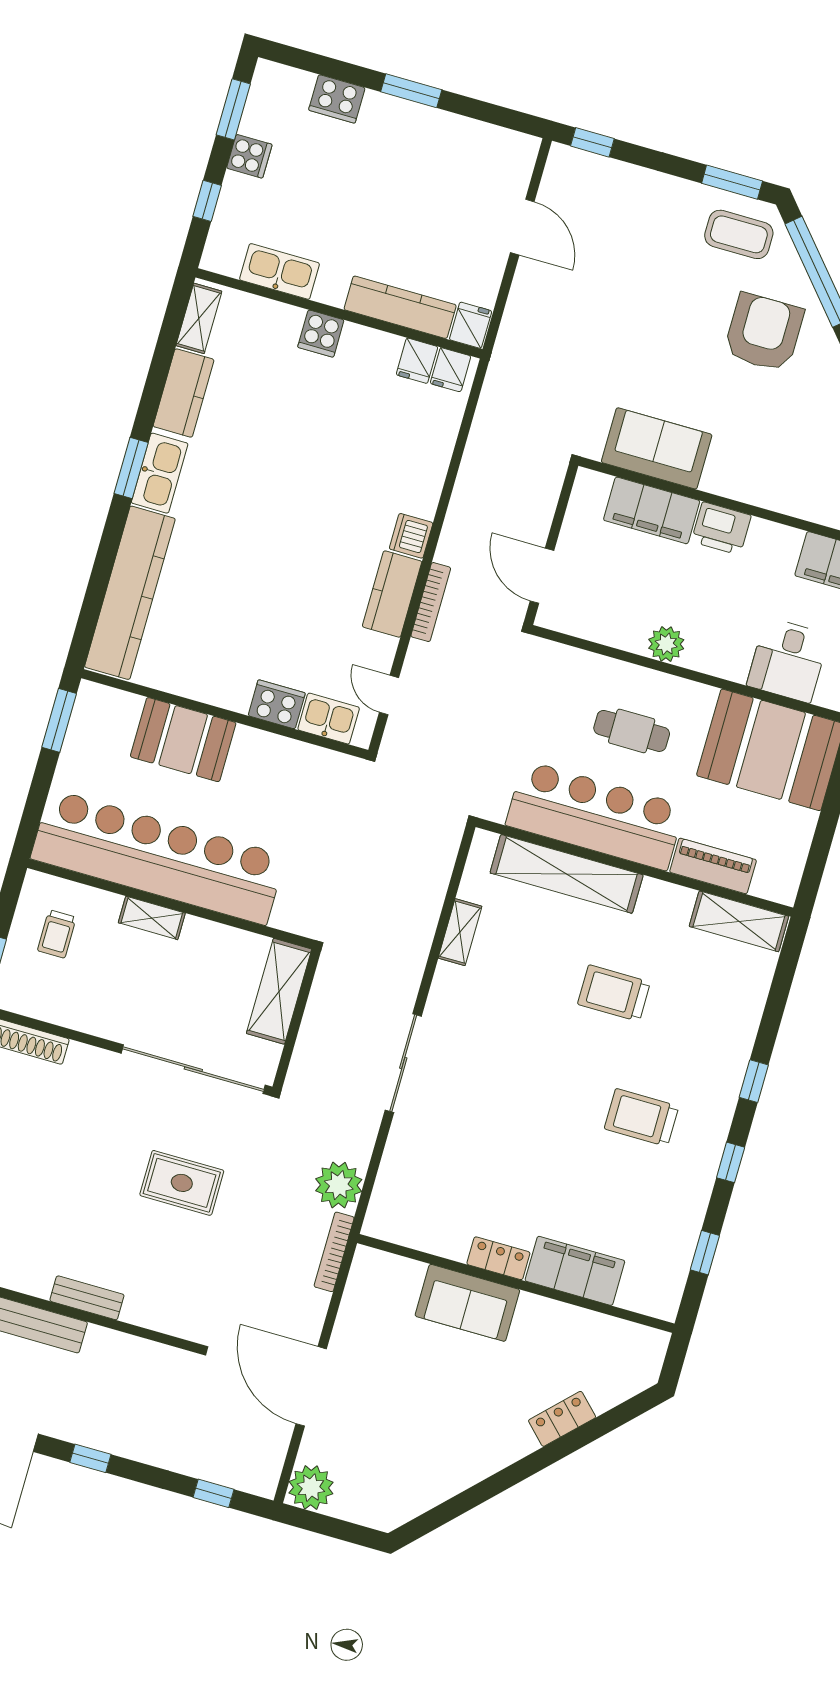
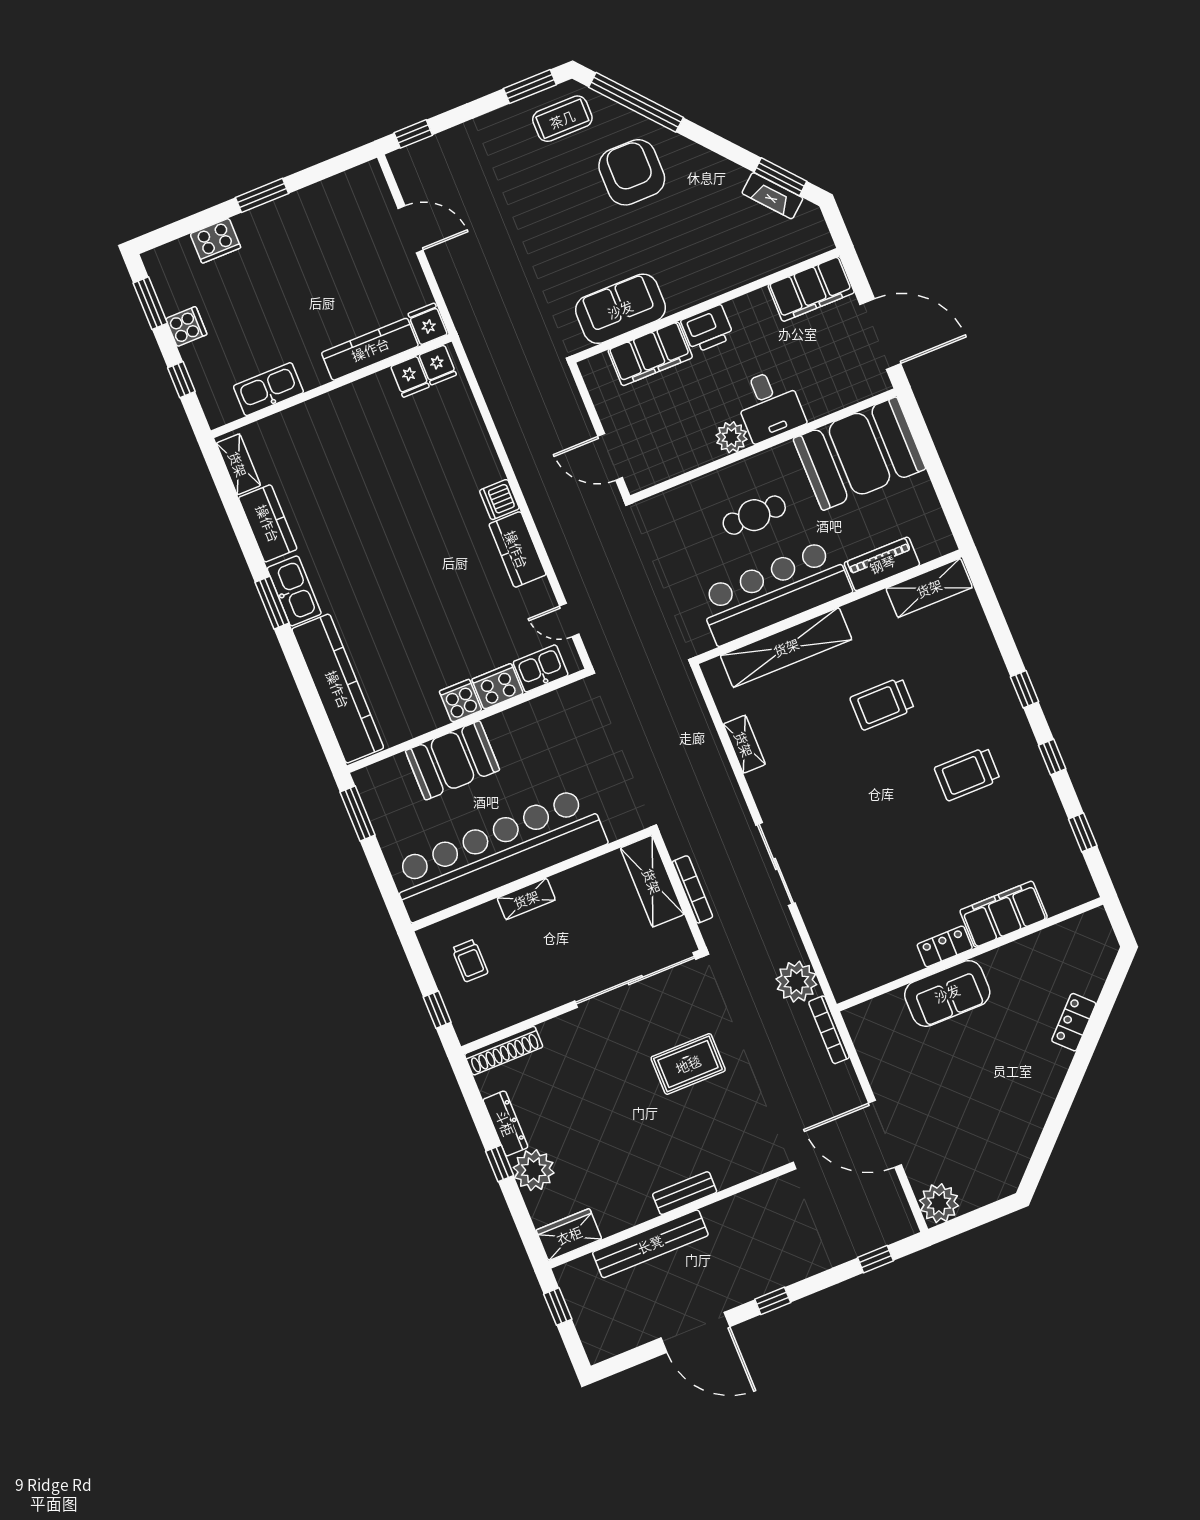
cooker: (321, 334) -> (461, 701), moved, turned 180
bookcase: (431, 602) -> (692, 889), moved
desk: (788, 660) -> (769, 405), moved

